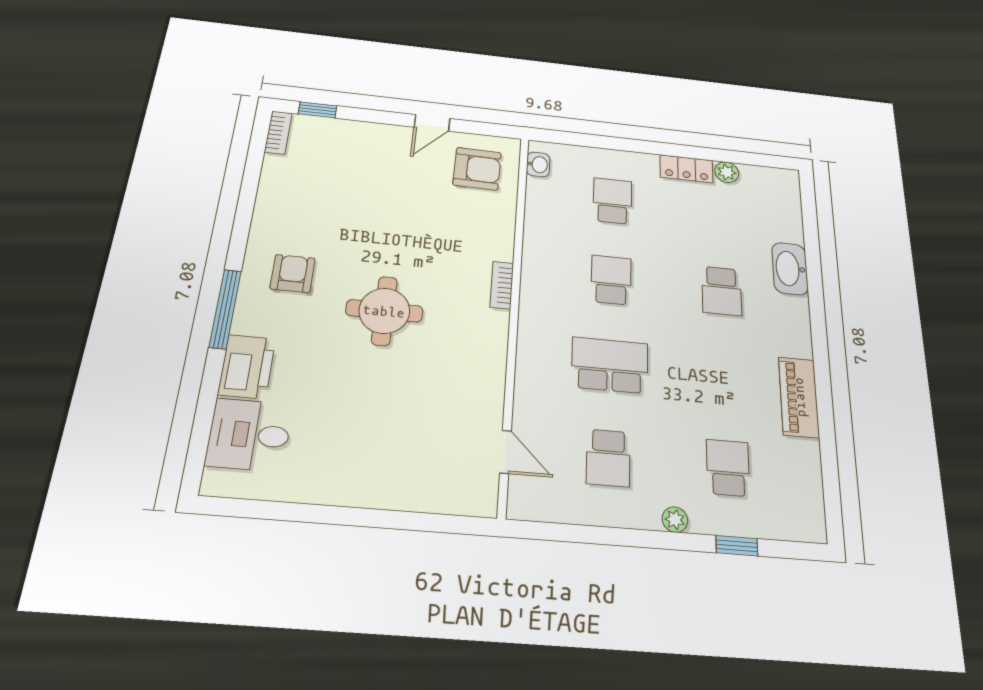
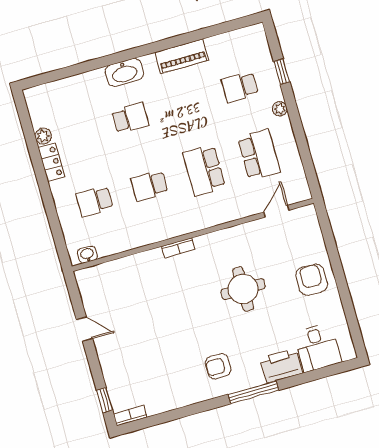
armchair: (477, 169) -> (312, 280), moved
washbasin: (790, 269) -> (124, 72), moved
round table: (384, 311) -> (243, 289), moved
school desk: (608, 458) -> (259, 155), width x1.85

